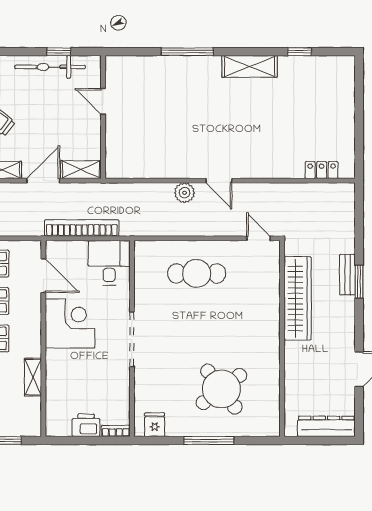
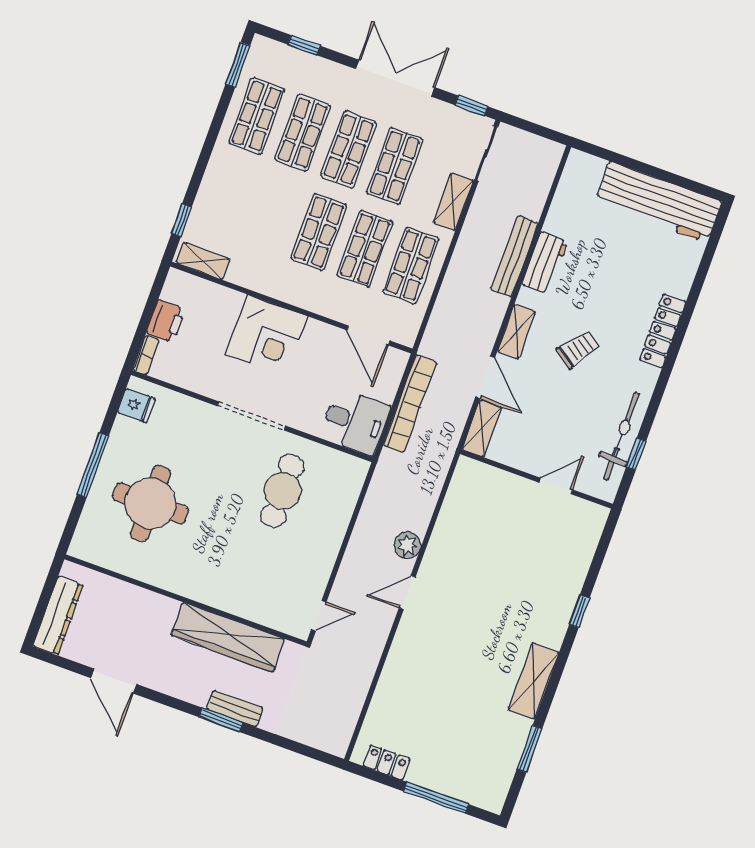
window: (187, 52) -> (579, 611), width x0.46
window: (299, 52) -> (529, 749), width x1.50
window: (359, 106) -> (436, 798), added
locker: (322, 170) -> (387, 762), moved, turned -90
cafe table: (197, 273) -> (282, 491), moved
door: (43, 276) -> (368, 335), hinge flipped
corner desk: (70, 323) -> (267, 335), moved
shelving: (33, 377) -> (203, 261), moved
round table: (221, 389) -> (150, 503), turned 37

